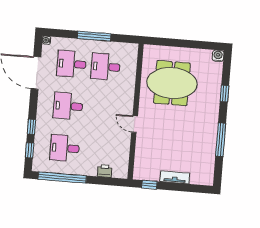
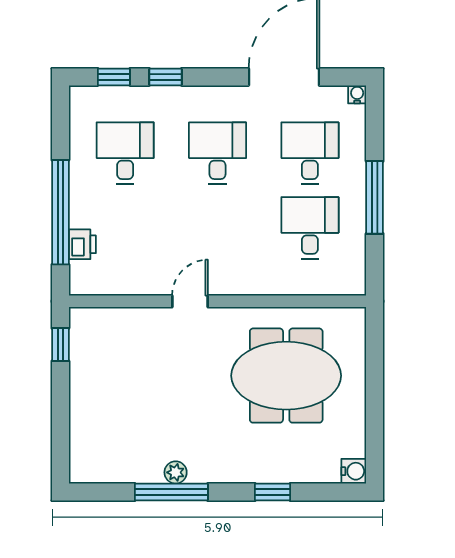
meeting table: (172, 83) -> (286, 376), turned 90
plant: (212, 137) -> (176, 472), added
tv unit: (175, 177) -> (81, 399), removed
window: (62, 178) -> (60, 212), moved

